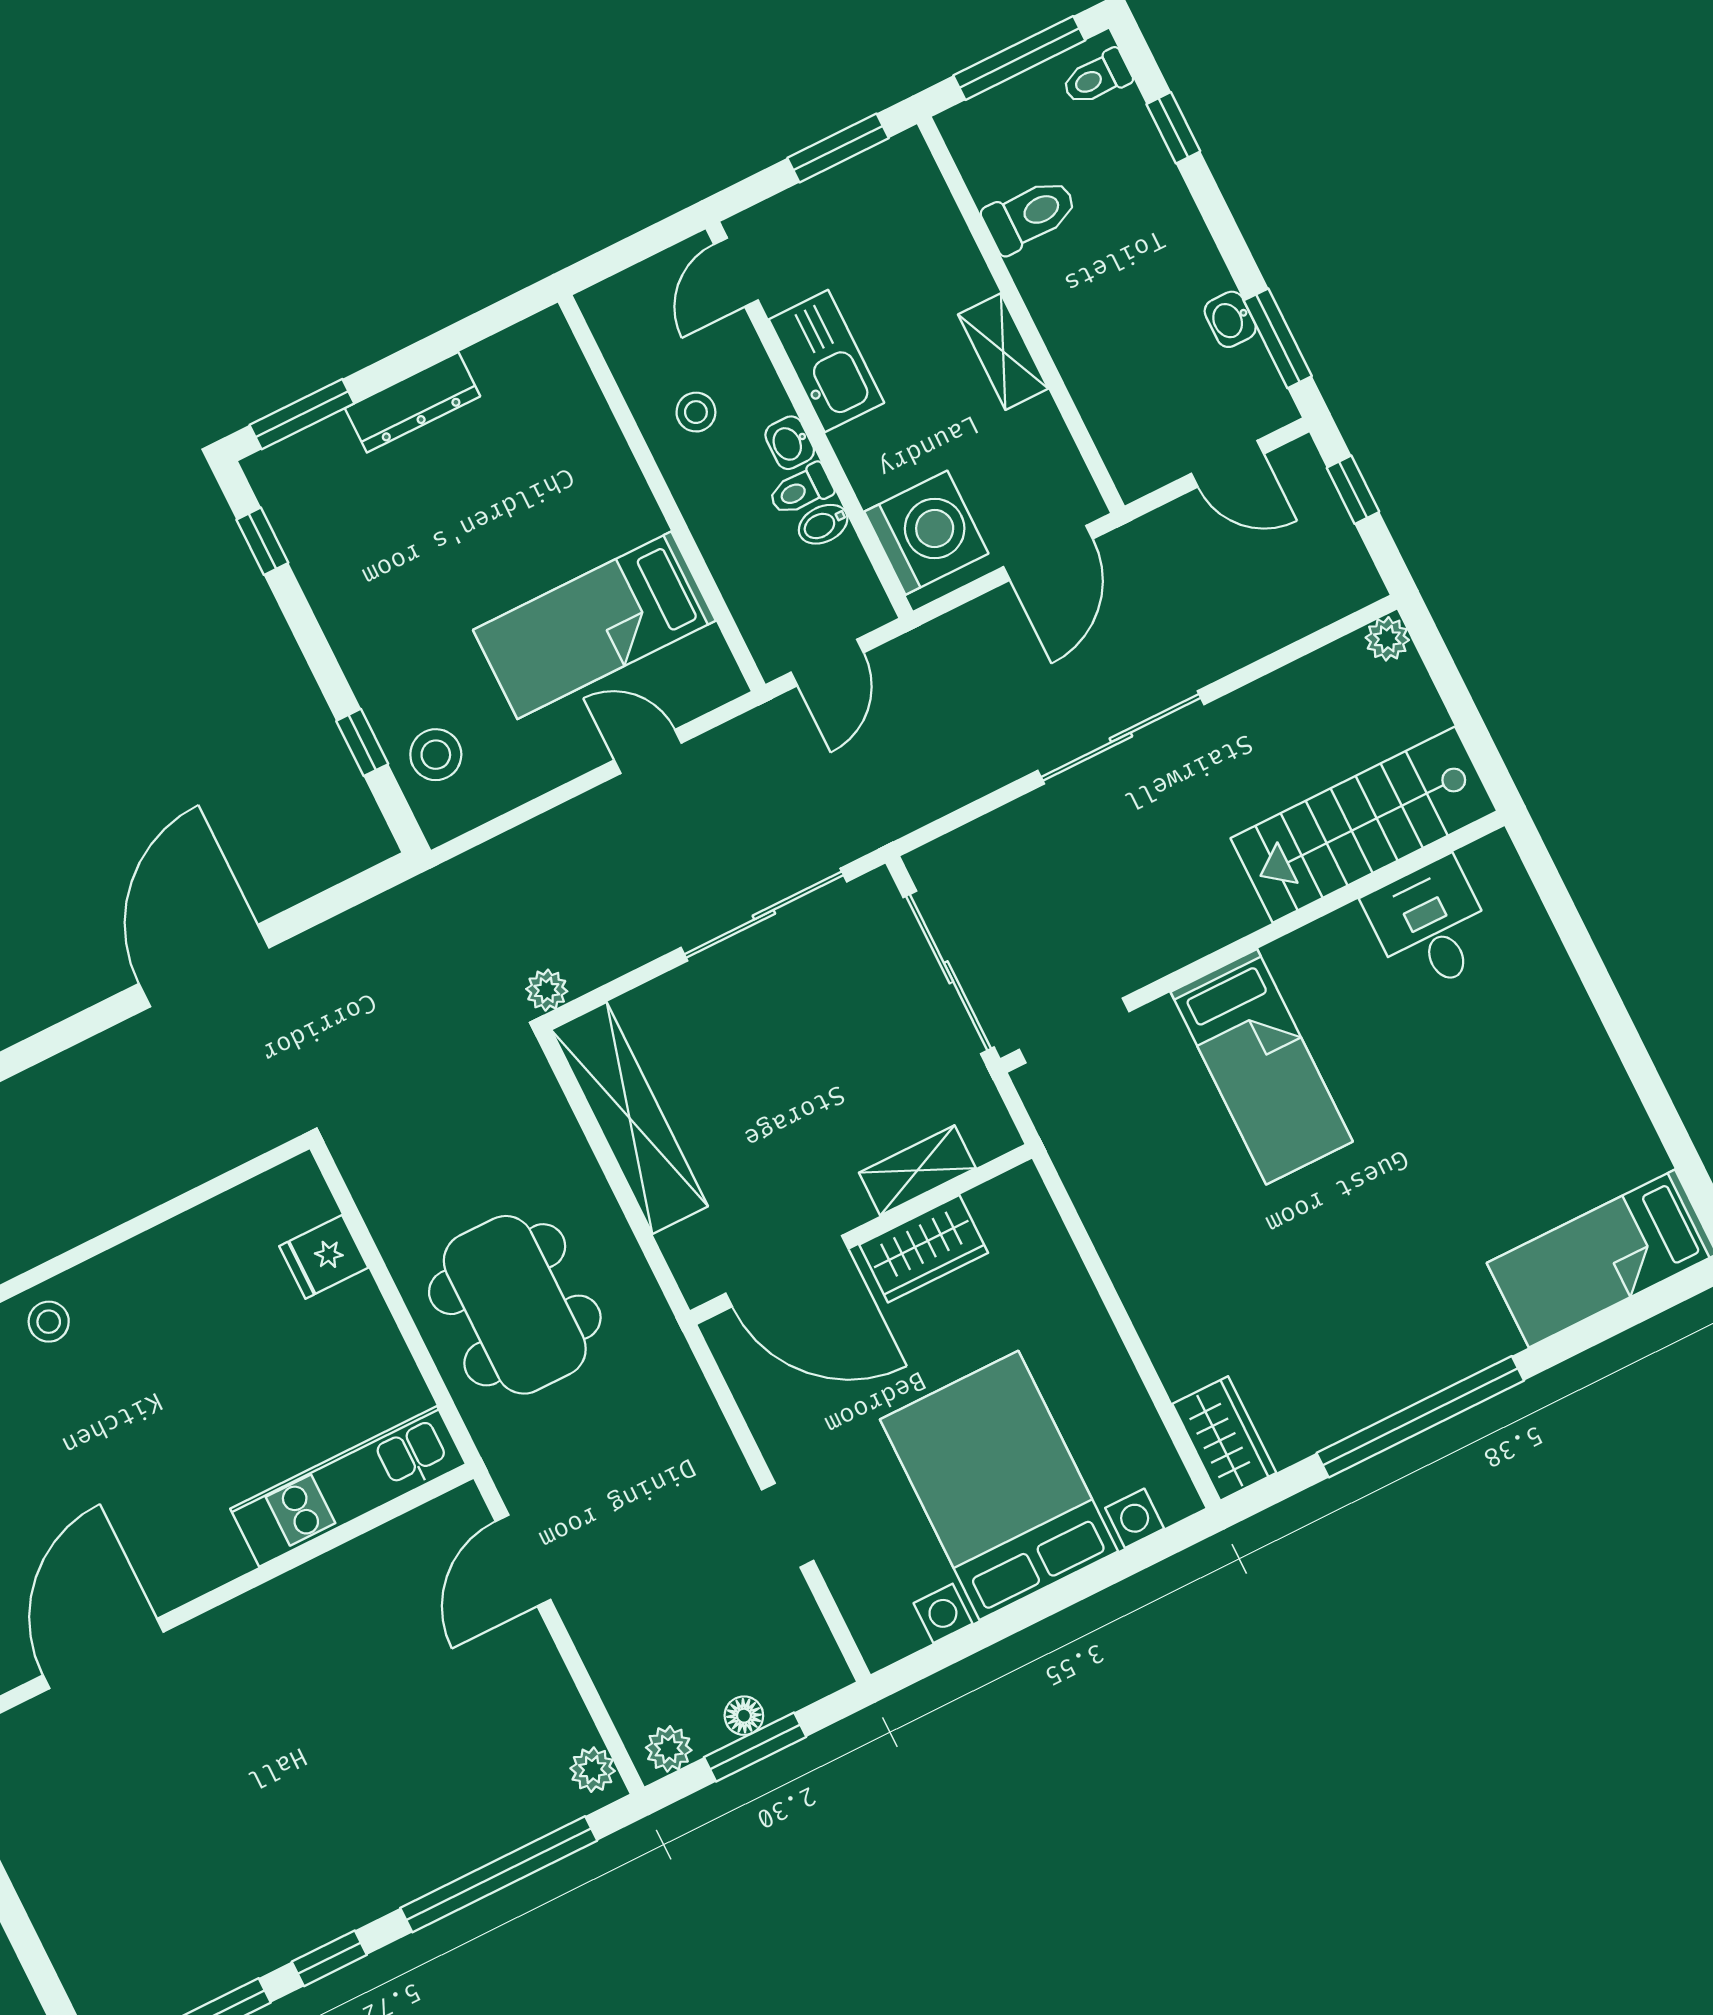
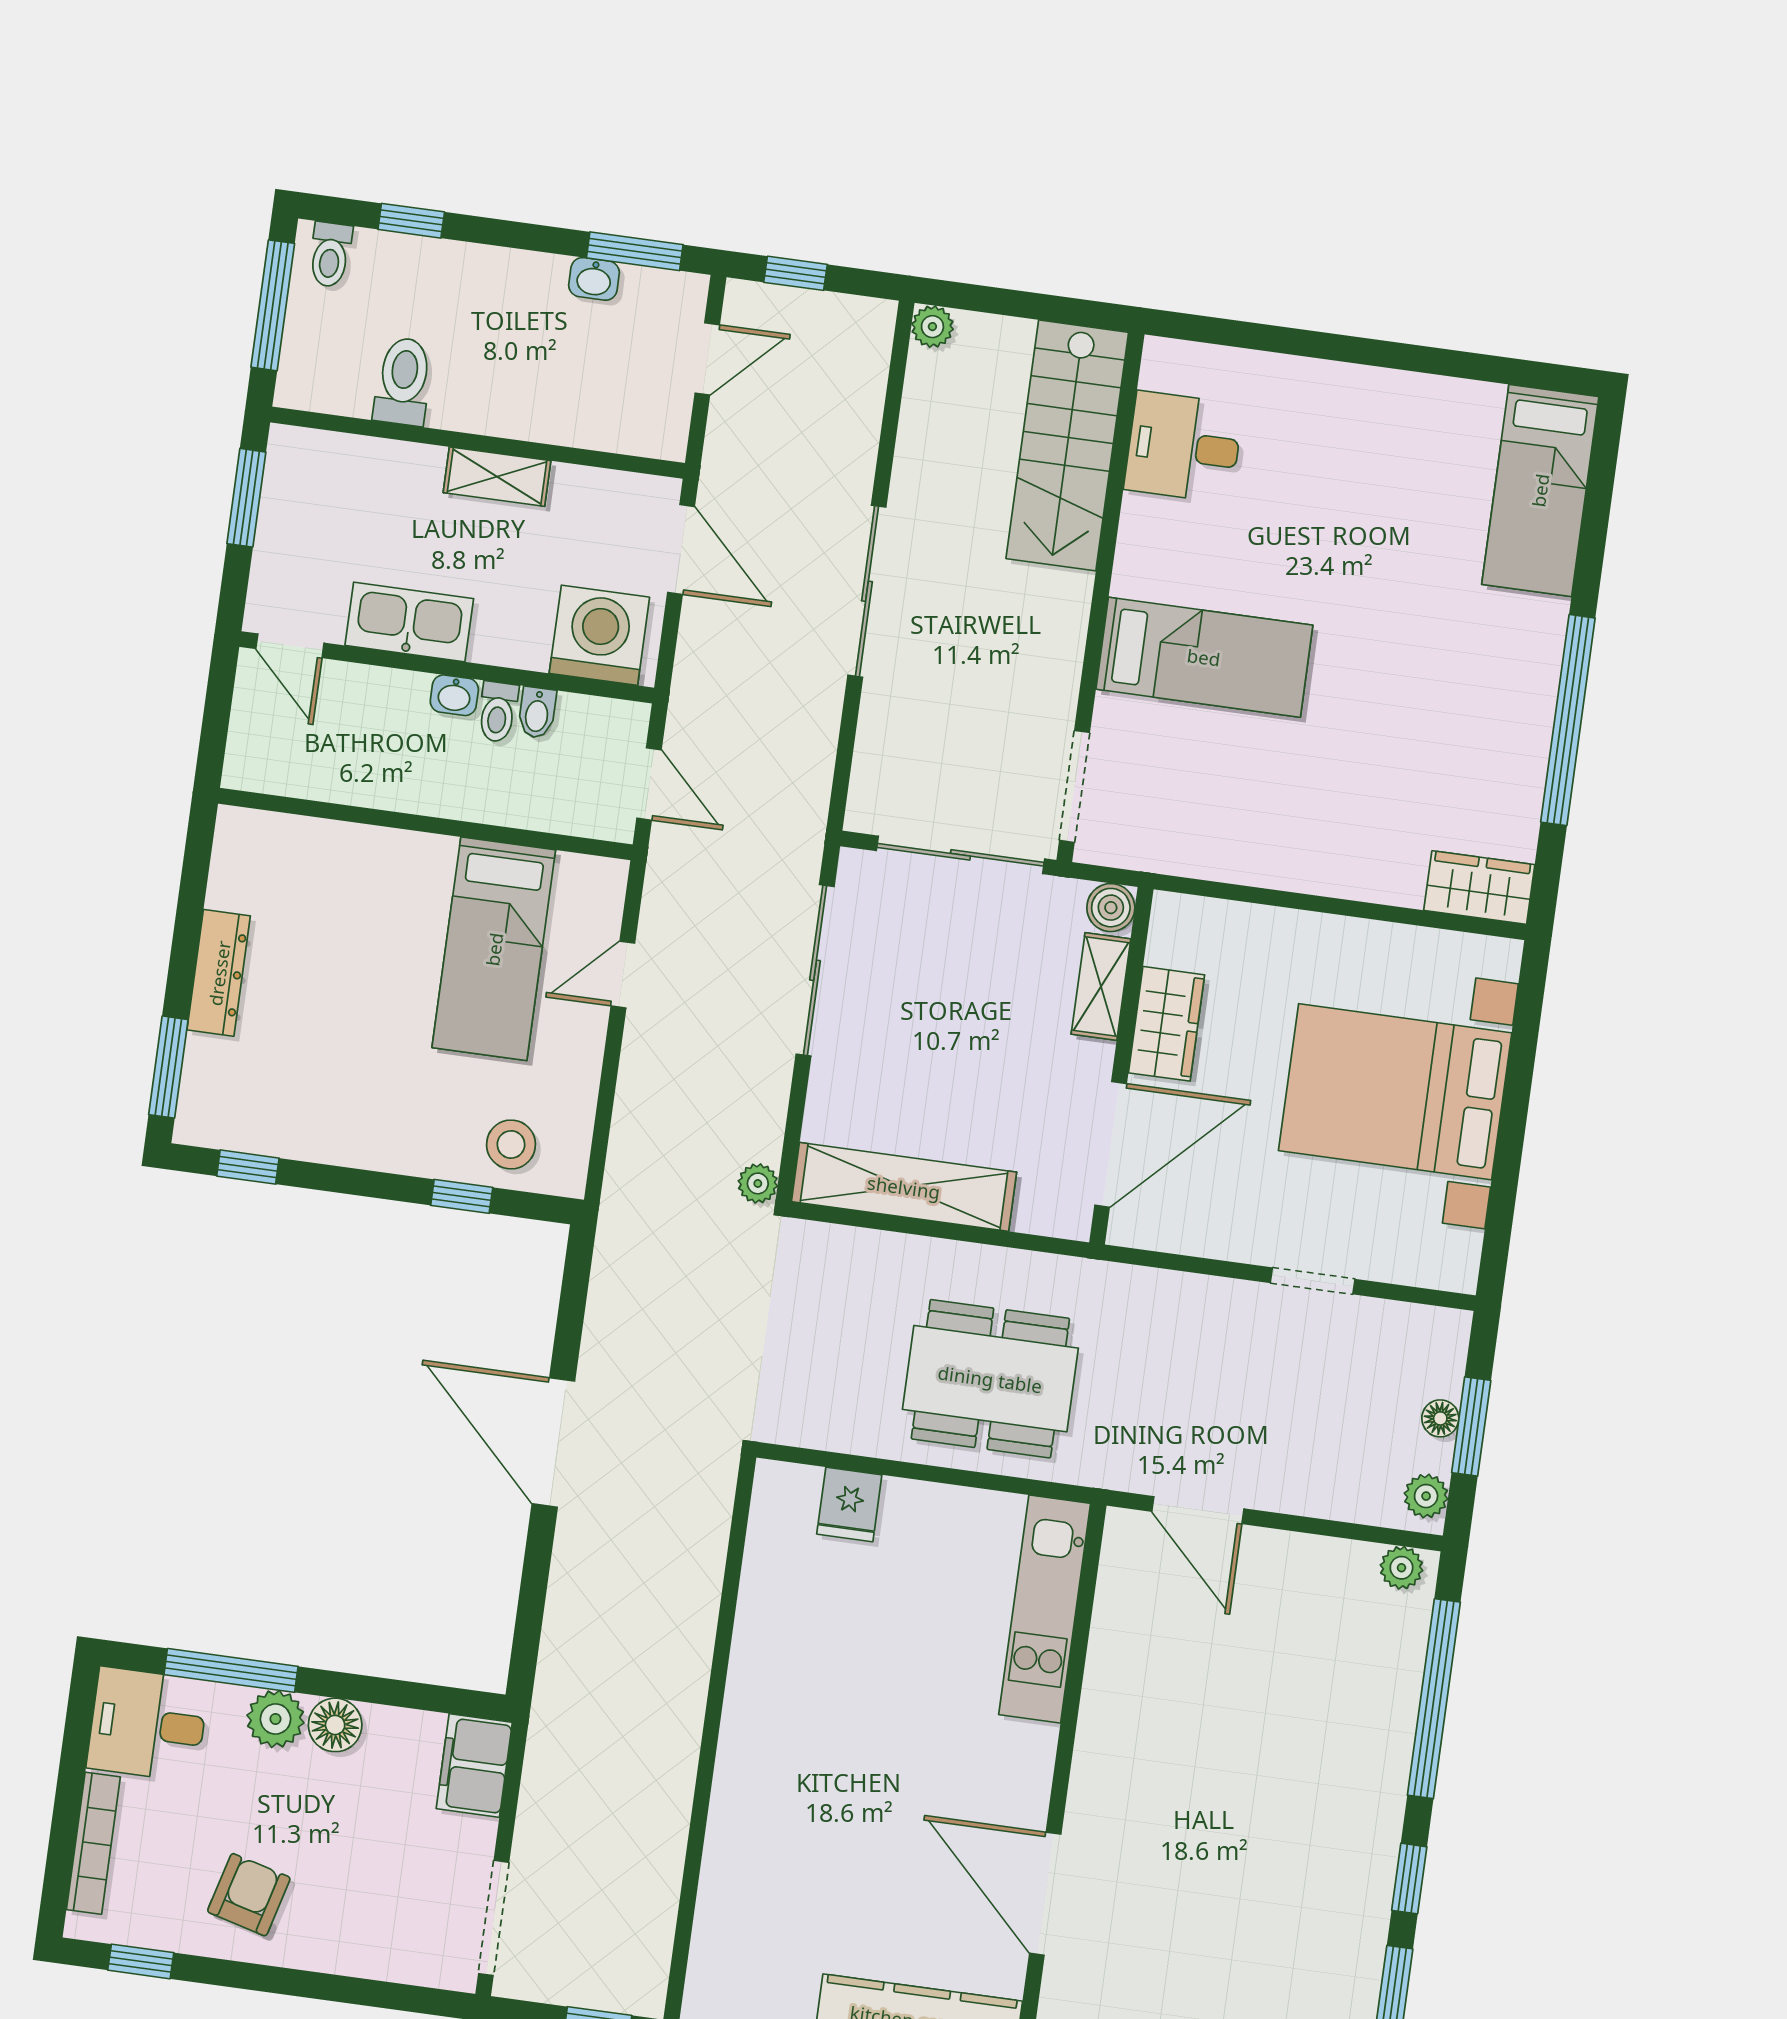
stool: (696, 412) -> (379, 753), removed
boiler: (991, 1133) -> (1111, 908), added
stool: (49, 1322) -> (752, 1758), removed

